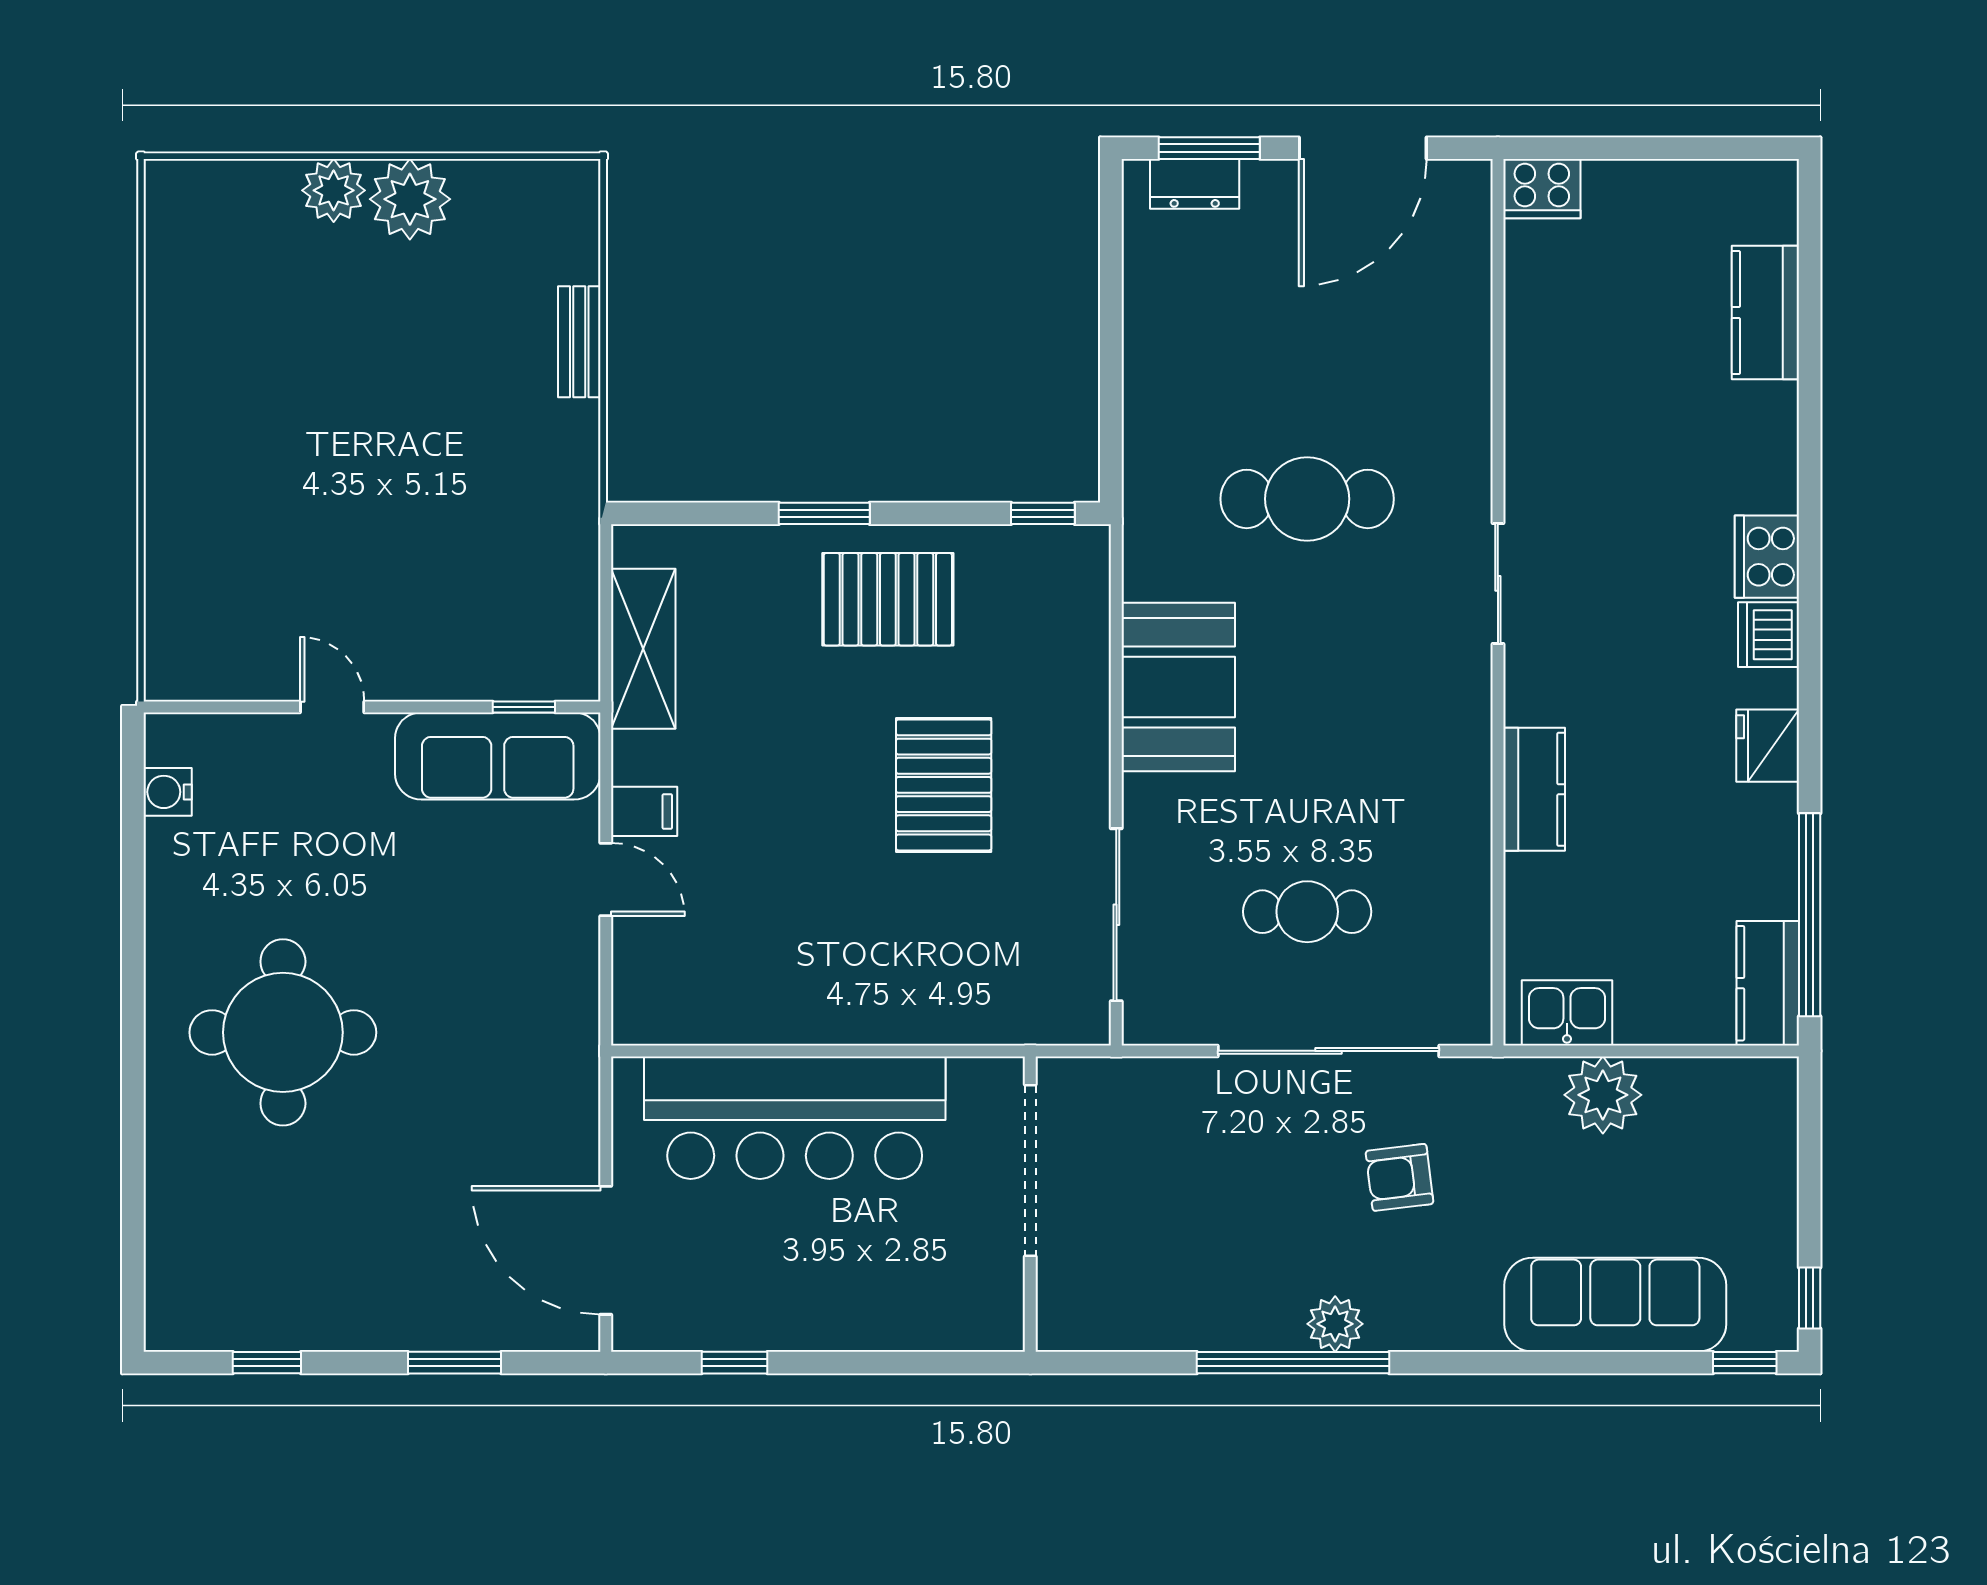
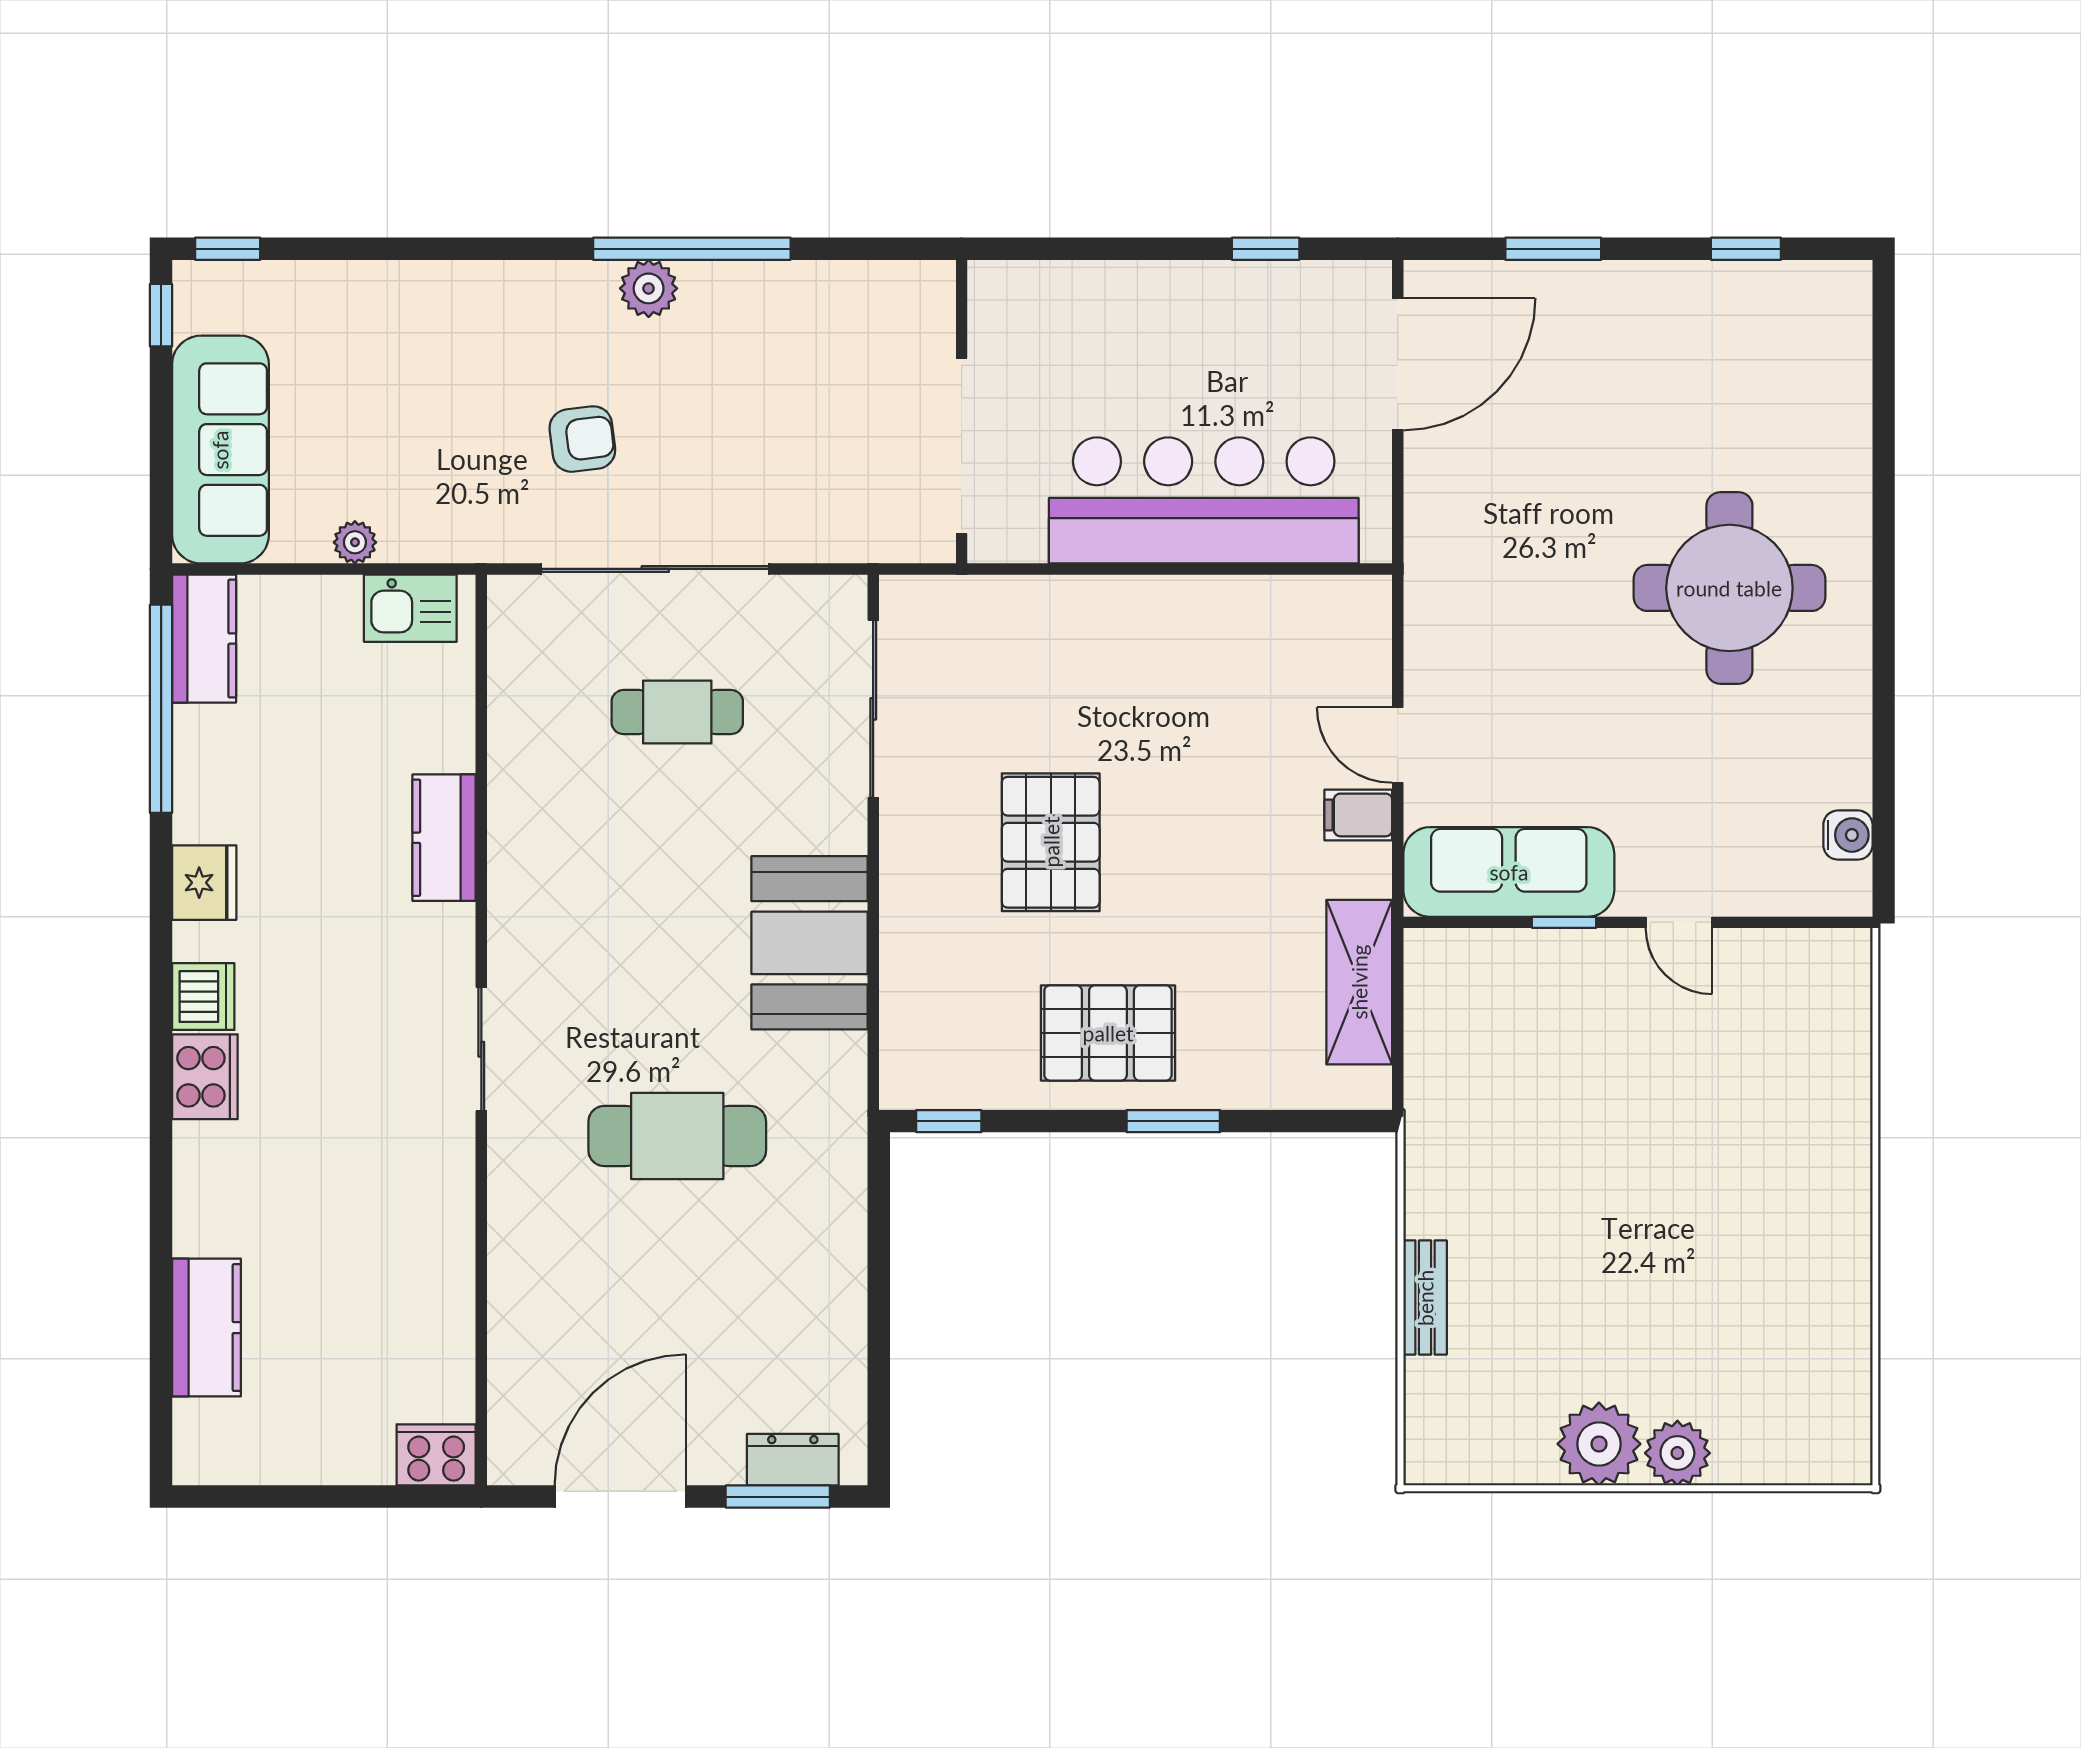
window: (524, 707) -> (1564, 922), moved
plant: (1603, 1095) -> (355, 542), width x0.53, depth x0.53
door: (606, 1250) -> (1398, 364), hinge flipped
sofa: (1615, 1305) -> (220, 450), moved, turned -90

